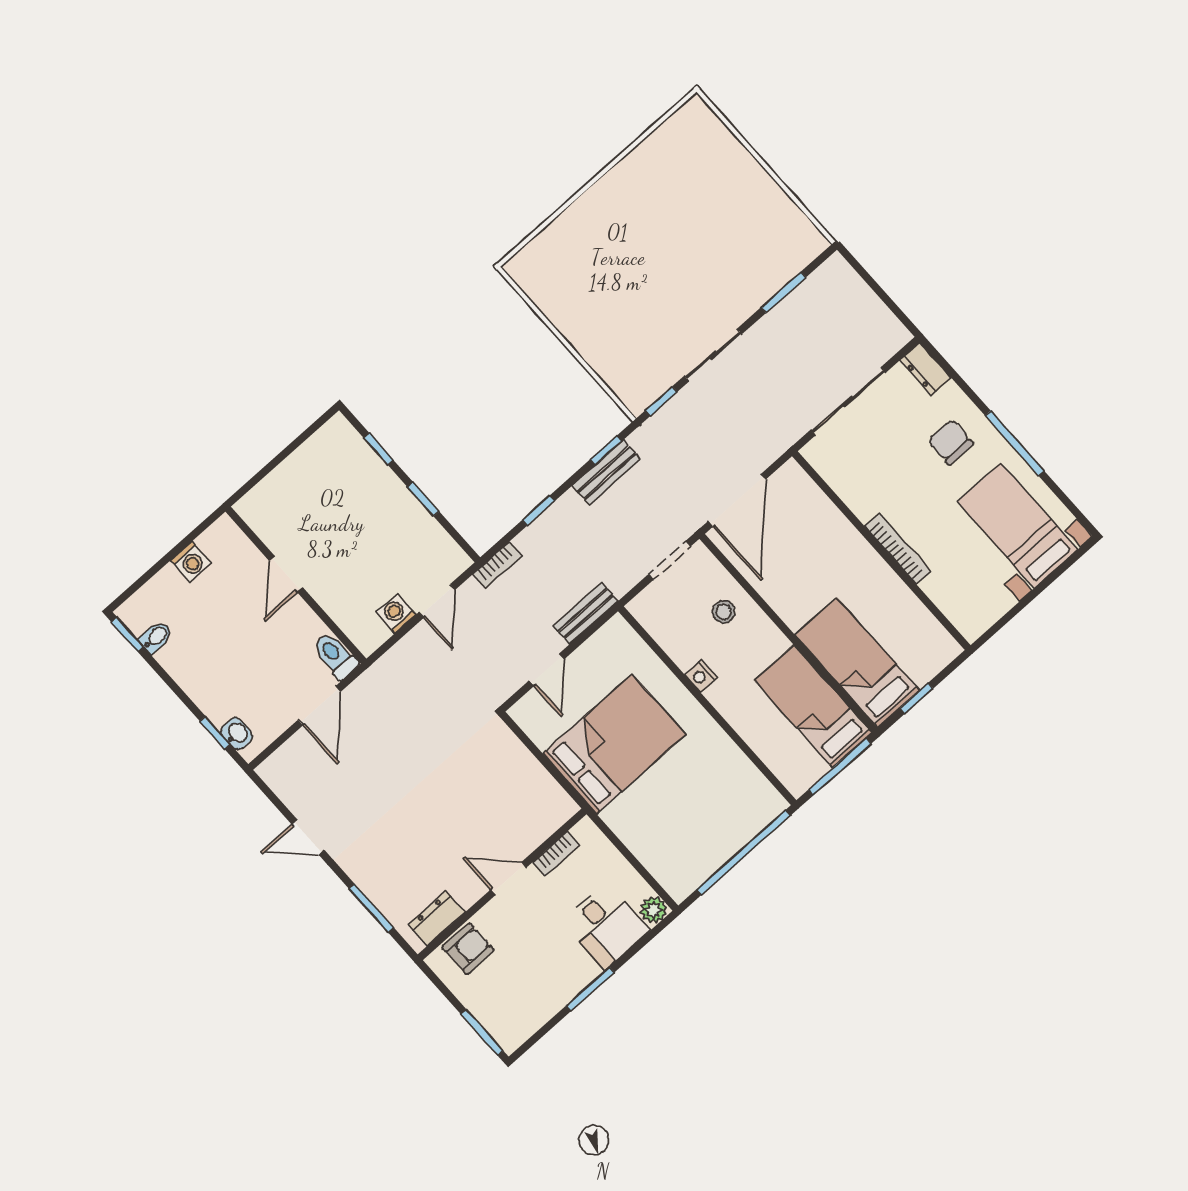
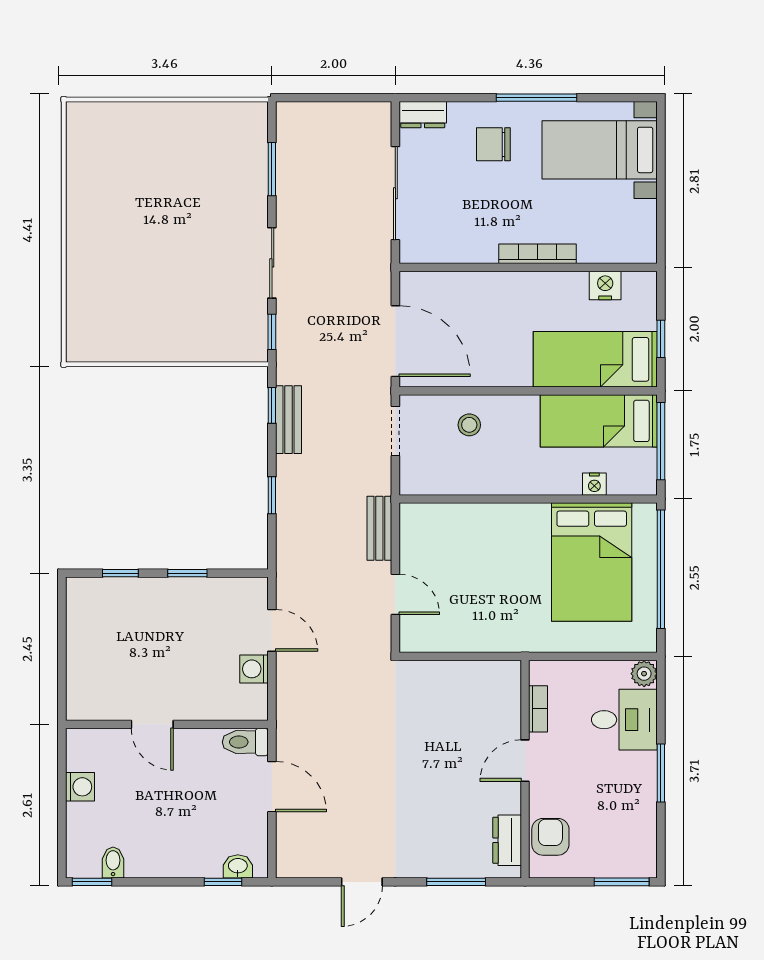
bookcase: (497, 565) -> (285, 562), removed
nightstand: (919, 621) -> (605, 286), added
nightstand: (701, 676) -> (594, 484), moved
bed: (614, 744) -> (592, 562), moved, turned 180

